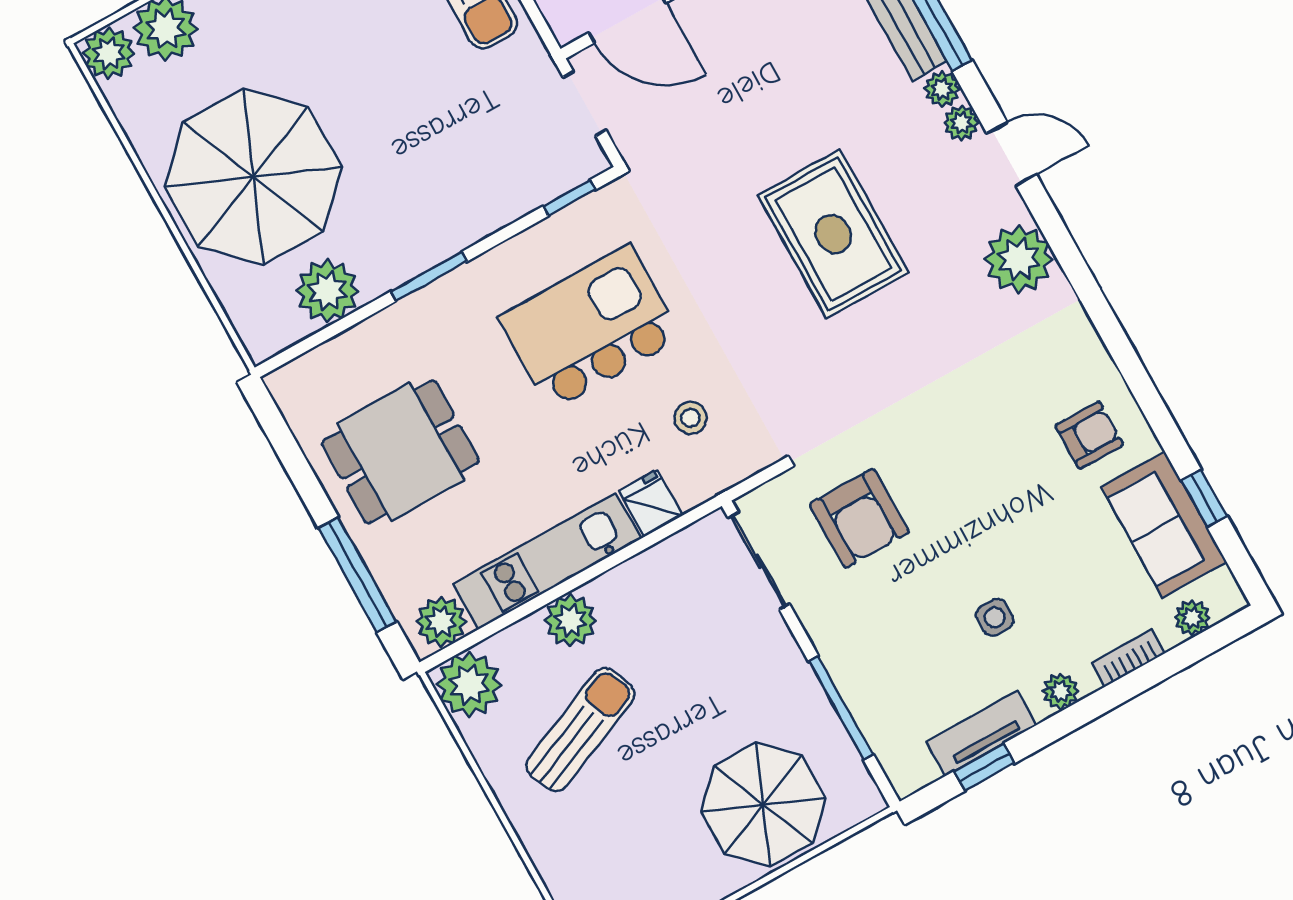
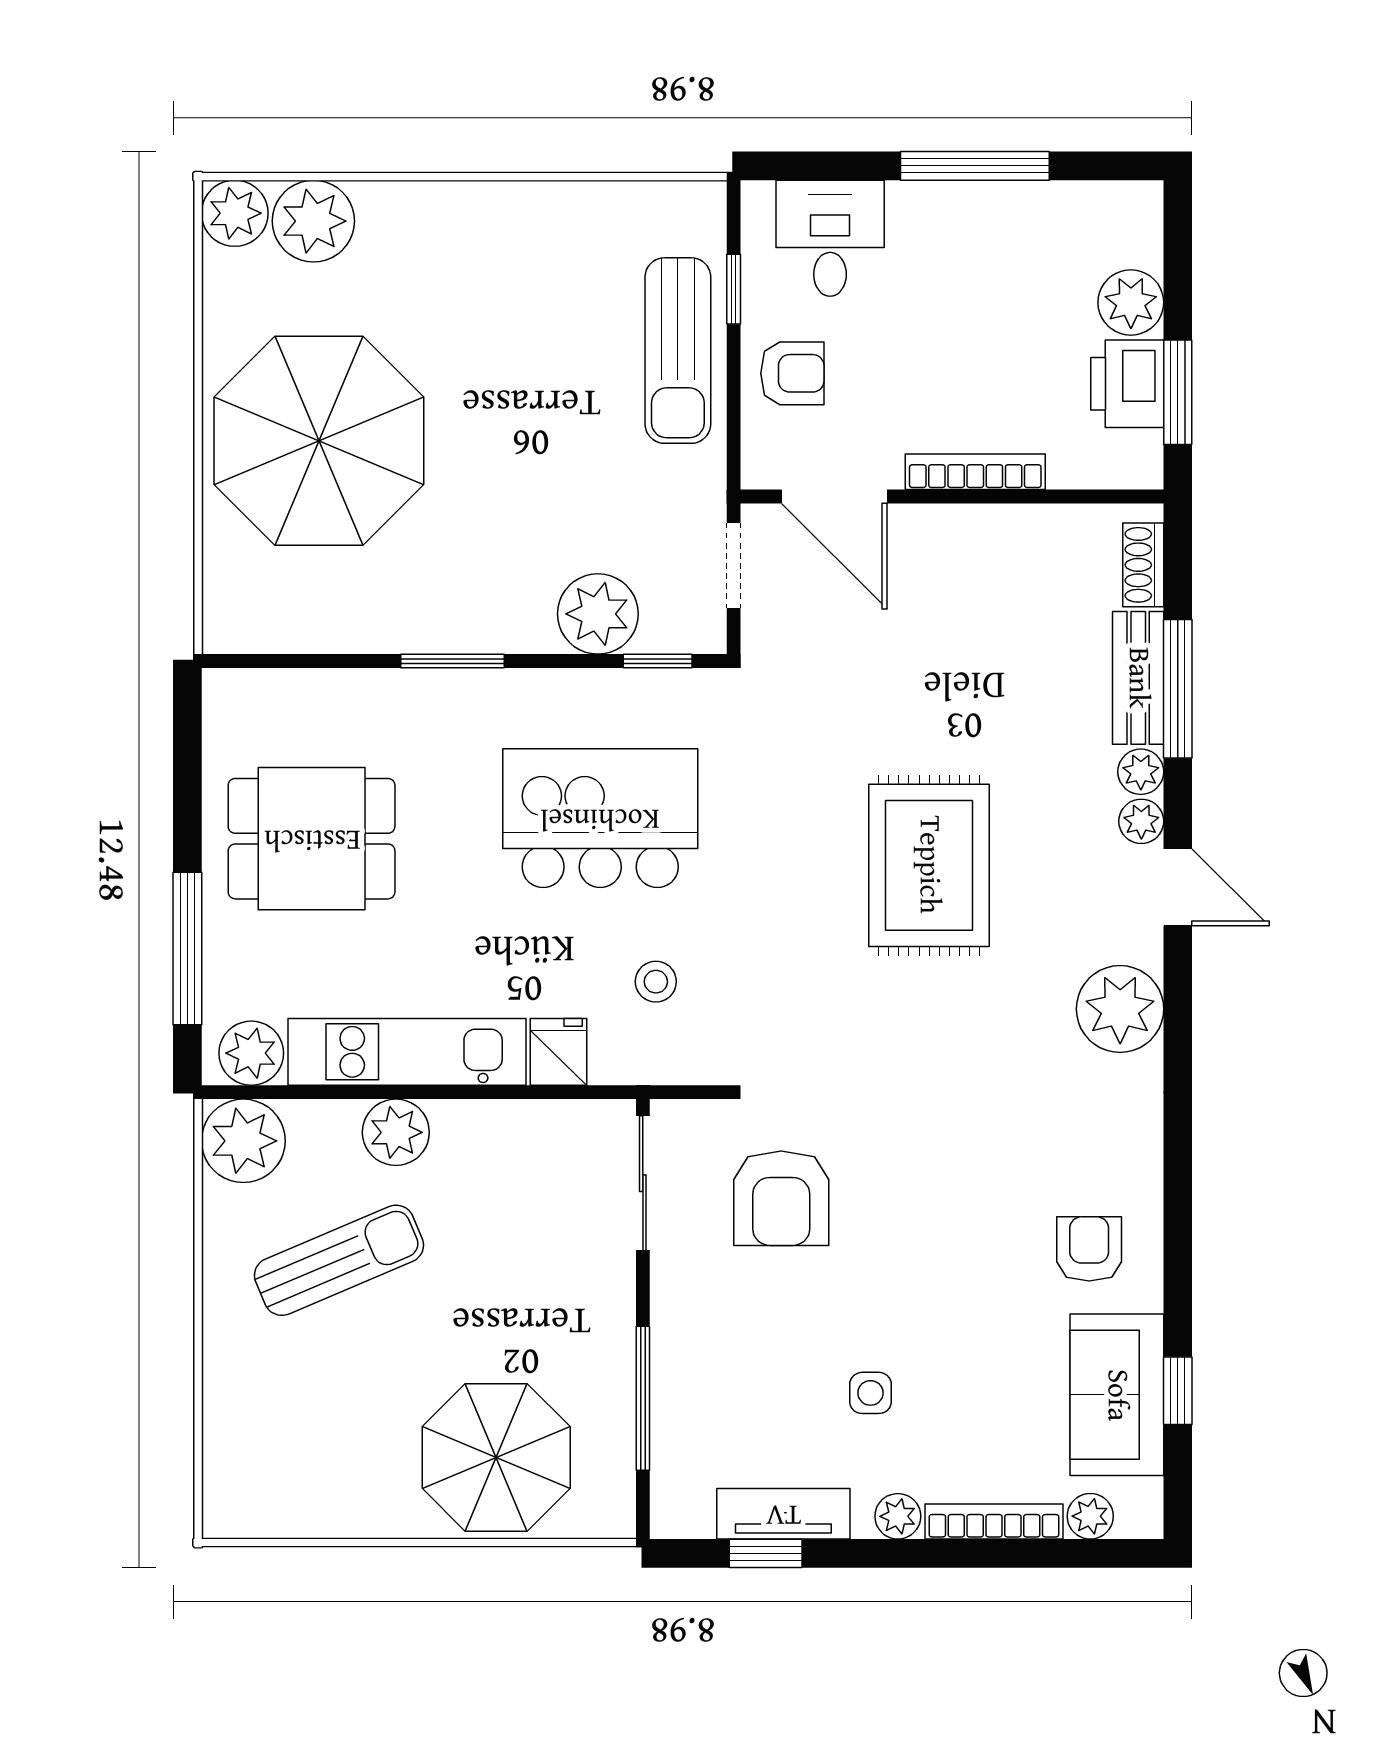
plant: (327, 291) -> (598, 614), moved
armchair: (1089, 435) -> (1089, 1249), turned -90
bookcase: (1128, 658) -> (994, 1522), width x1.56

